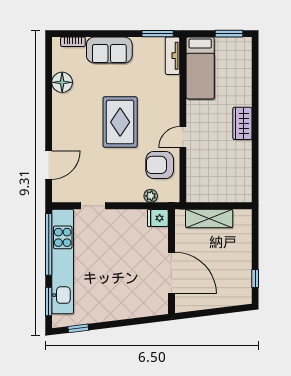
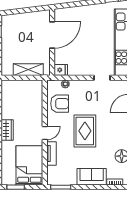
tv unit: (172, 56) -> (51, 154), moved
bed: (200, 68) -> (29, 165), width x1.50
door: (183, 137) -> (45, 133), moved
door: (171, 273) -> (52, 35), swing flipped

